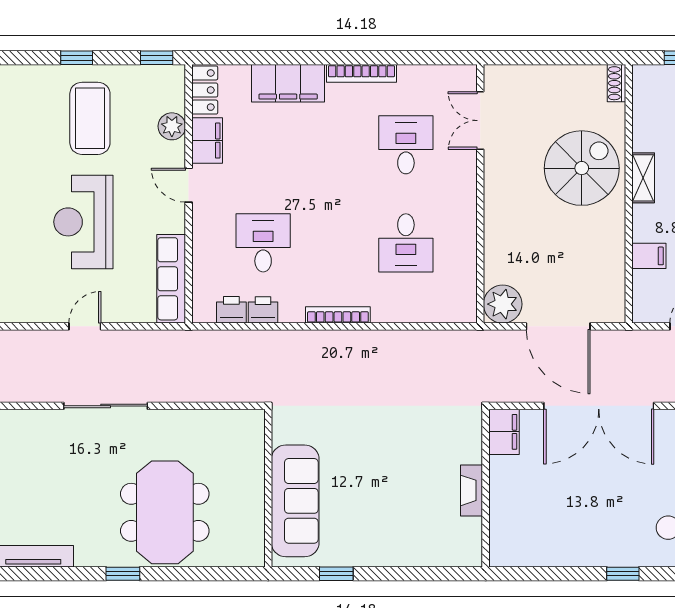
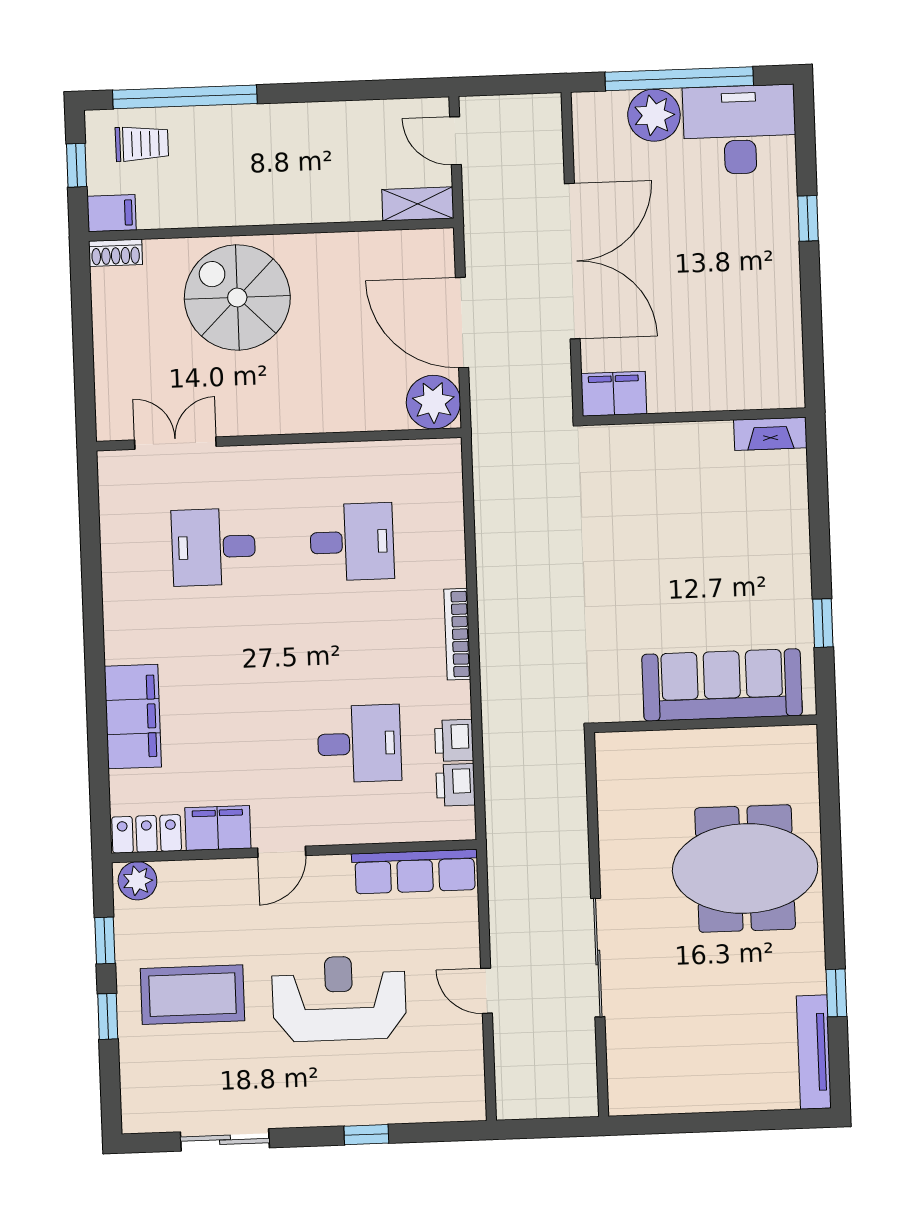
window: (157, 58) -> (105, 940), moved
bookcase: (361, 73) -> (115, 613), removed
double door: (480, 121) -> (175, 443), swing flipped
plant: (172, 126) -> (137, 881), moved
shelving: (643, 178) -> (418, 204), moved
reception desk: (83, 222) -> (339, 998), turned 180
desk: (263, 243) -> (359, 744), turned 180
filing cabinet: (649, 256) -> (112, 213), moved, turned 90
door: (558, 326) -> (462, 323), swing flipped
fireplace: (471, 490) -> (770, 434), moved
window: (123, 574) -> (836, 993), moved

